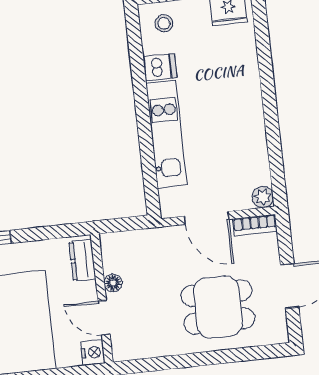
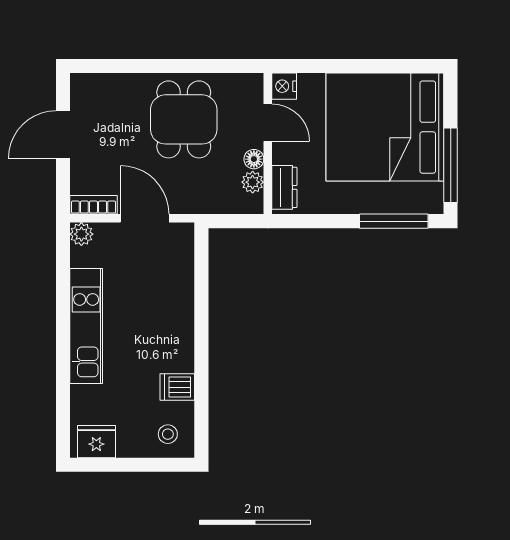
kitchen unit: (167, 134) -> (86, 326), moved, turned 180
plant: (112, 262) -> (253, 182), added
dining table: (218, 307) -> (184, 119), moved, turned 90

